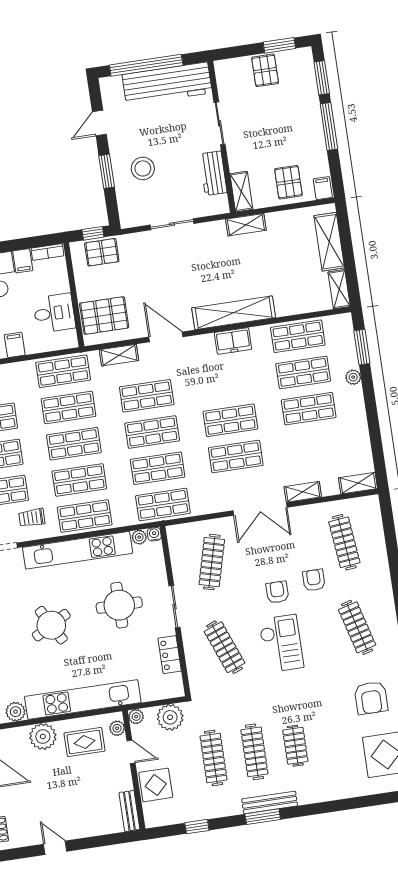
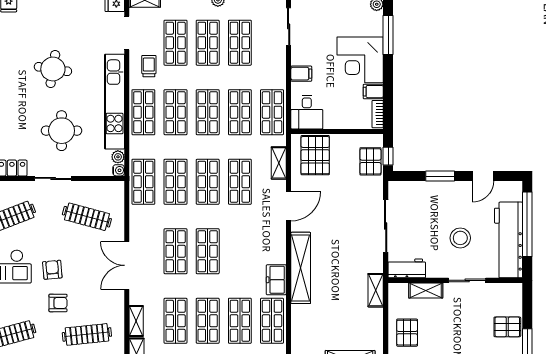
door: (99, 123) -> (483, 176), swing flipped
stool: (143, 168) -> (460, 238), moved
workbench: (213, 173) -> (407, 268), moved
pallet: (288, 182) -> (407, 333), turned 90
shelving: (241, 192) -> (426, 290), moved
sliding door: (172, 224) -> (386, 226), width x1.37
desk: (54, 313) -> (307, 112), moved
freezer: (233, 341) -> (276, 280), moved
shop shelf: (314, 445) -> (176, 321), added
shelving: (303, 492) -> (136, 321), moved
armchair: (277, 592) -> (52, 270), turned -95
round table: (51, 625) -> (53, 69), turned 38

